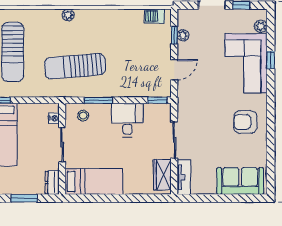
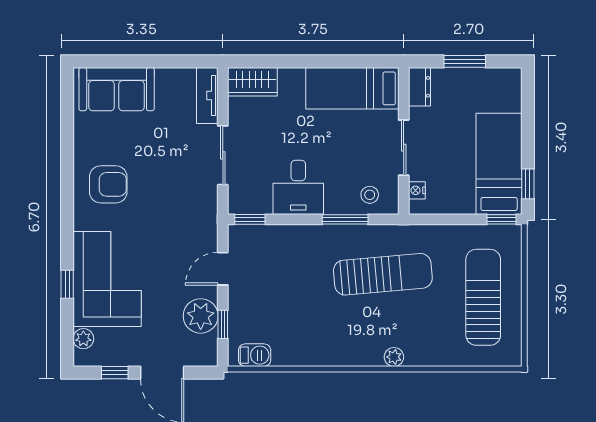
plant: (183, 35) -> (201, 316), width x1.88, depth x1.88
wardrobe: (162, 175) -> (252, 82), moved, turned 90

